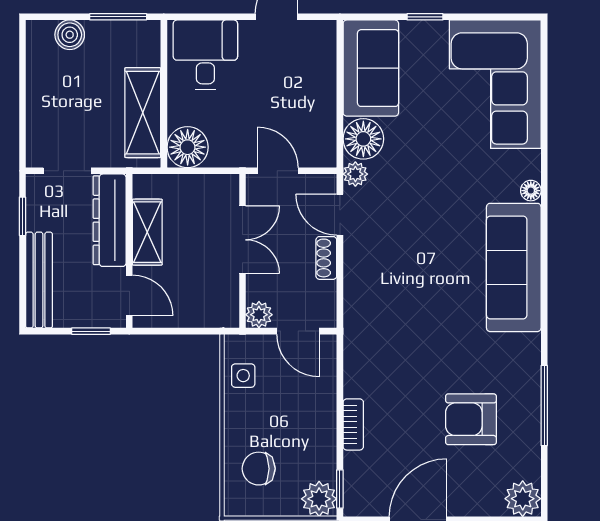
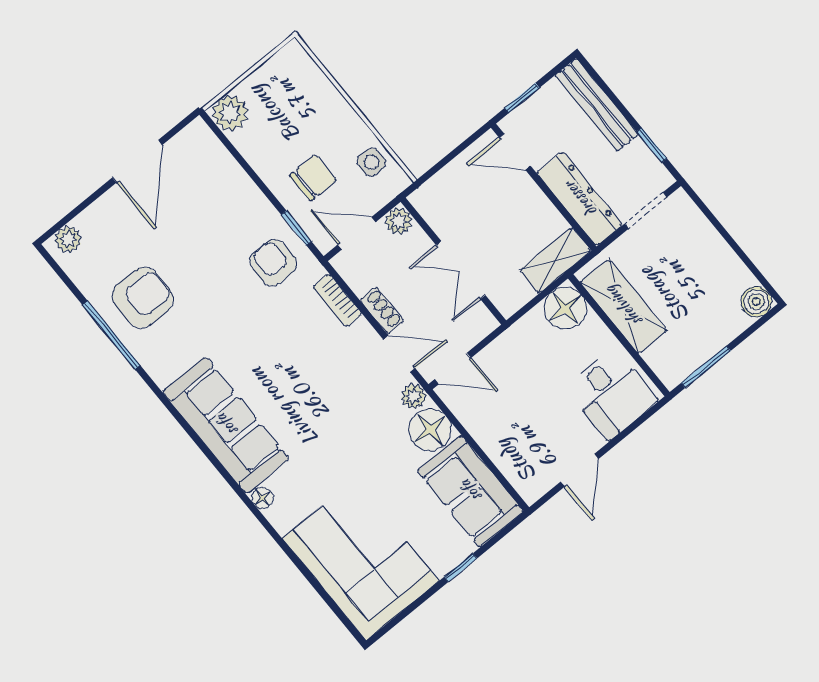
boiler: (70, 35) -> (756, 302), moved
door: (278, 171) -> (453, 369), moved
shelving: (147, 232) -> (556, 260), moved, turned 90
armchair: (378, 360) -> (273, 263), added
armchair: (471, 419) -> (143, 298), moved
bookcase: (353, 424) -> (338, 300), moved
chair: (259, 469) -> (313, 178), moved
window: (340, 489) -> (296, 228), moved
plant: (523, 499) -> (68, 239), width x0.73, depth x0.73

